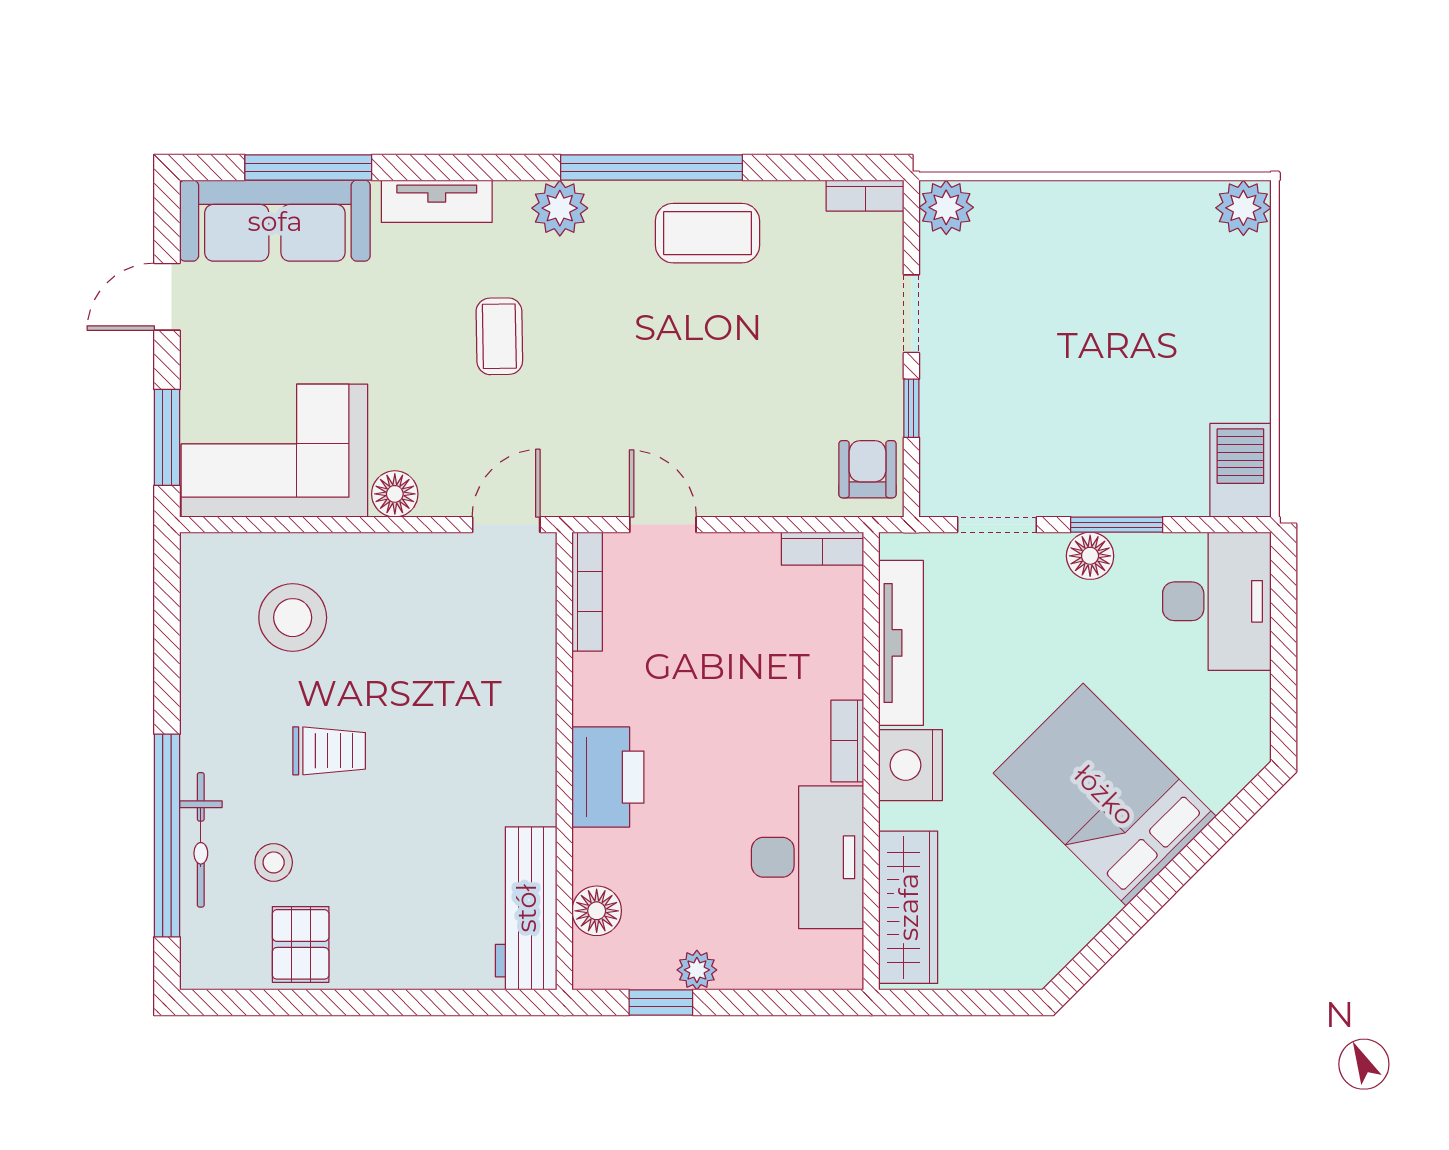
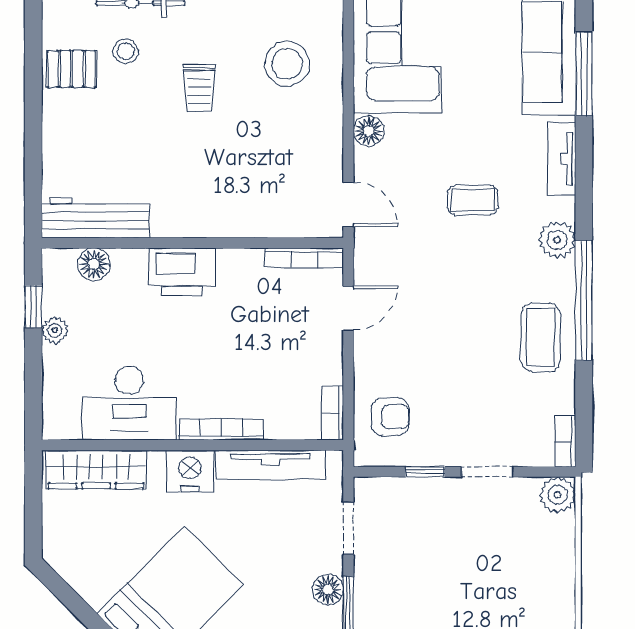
armchair: (867, 469) -> (390, 417), moved
bookcase: (847, 741) -> (221, 429), width x1.56

